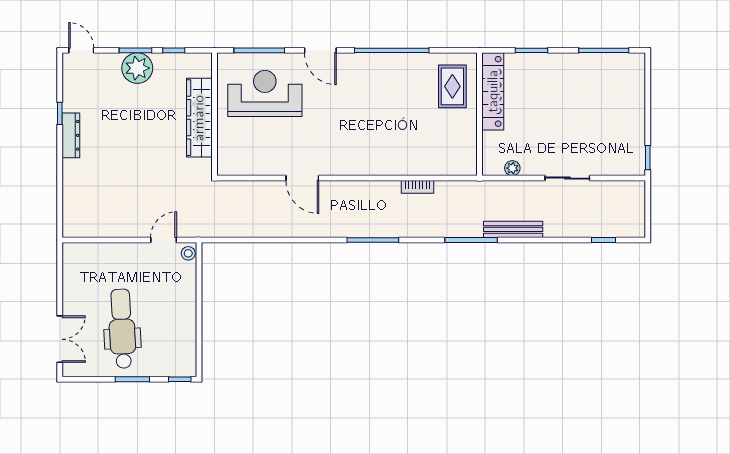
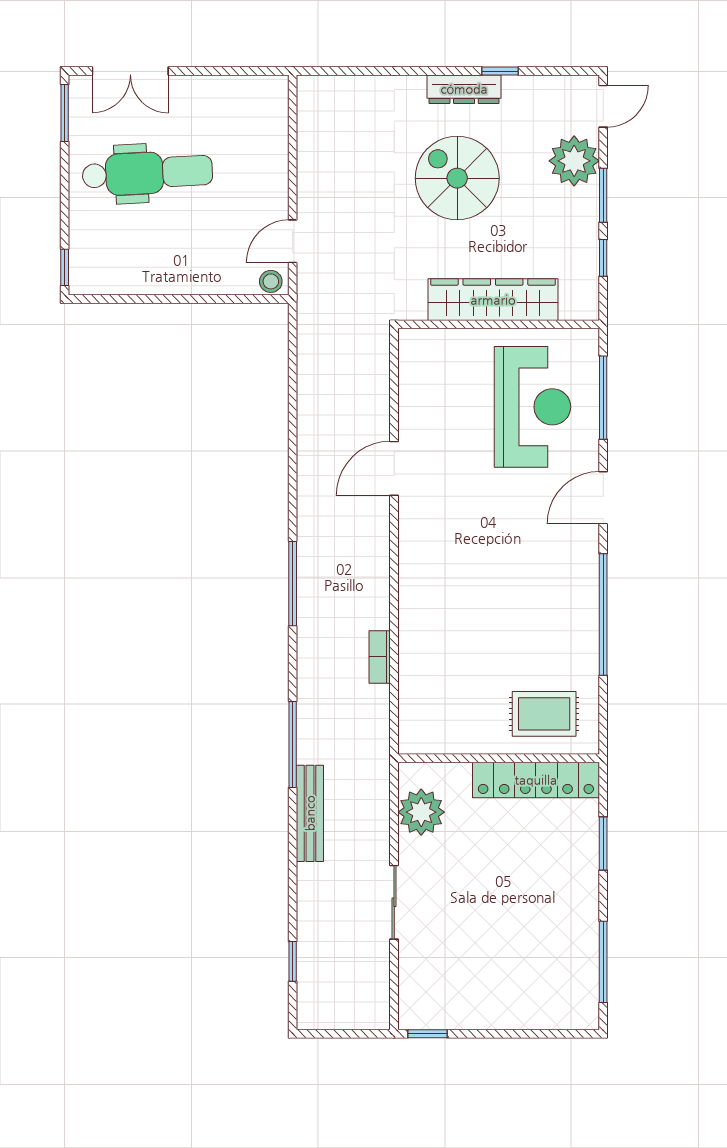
plant: (137, 68) -> (574, 161), moved
spiral stairs: (125, 140) -> (457, 178), added
plant: (512, 168) -> (421, 812), width x1.88, depth x1.88
door: (164, 240) -> (293, 241), swing flipped
window: (132, 379) -> (65, 113), moved

